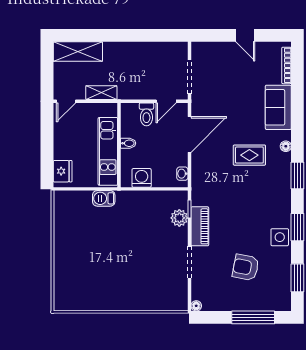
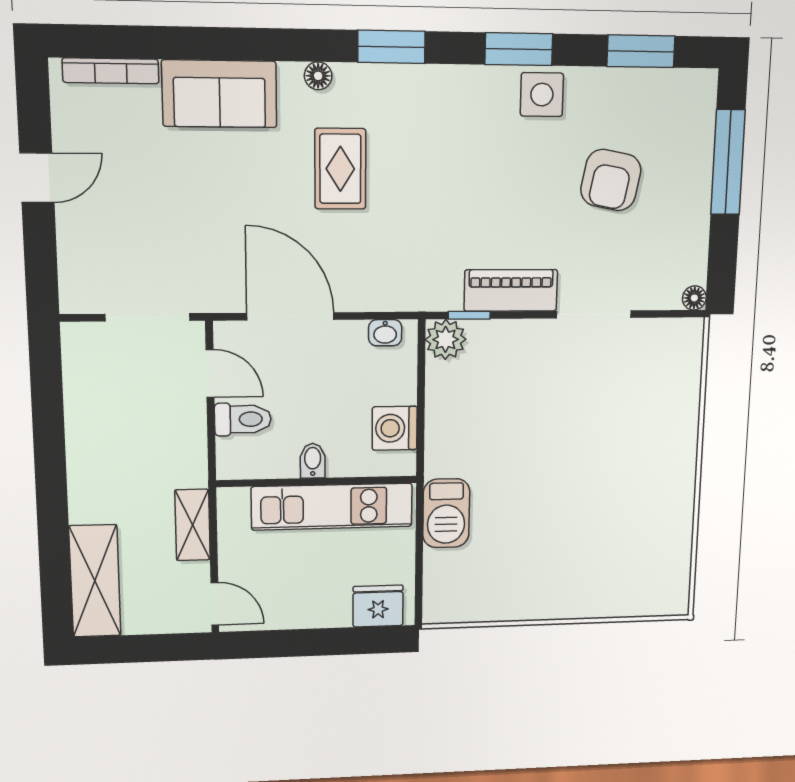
barbecue: (104, 198) -> (446, 513), width x1.38, depth x1.27
plant: (179, 218) -> (446, 339), moved

